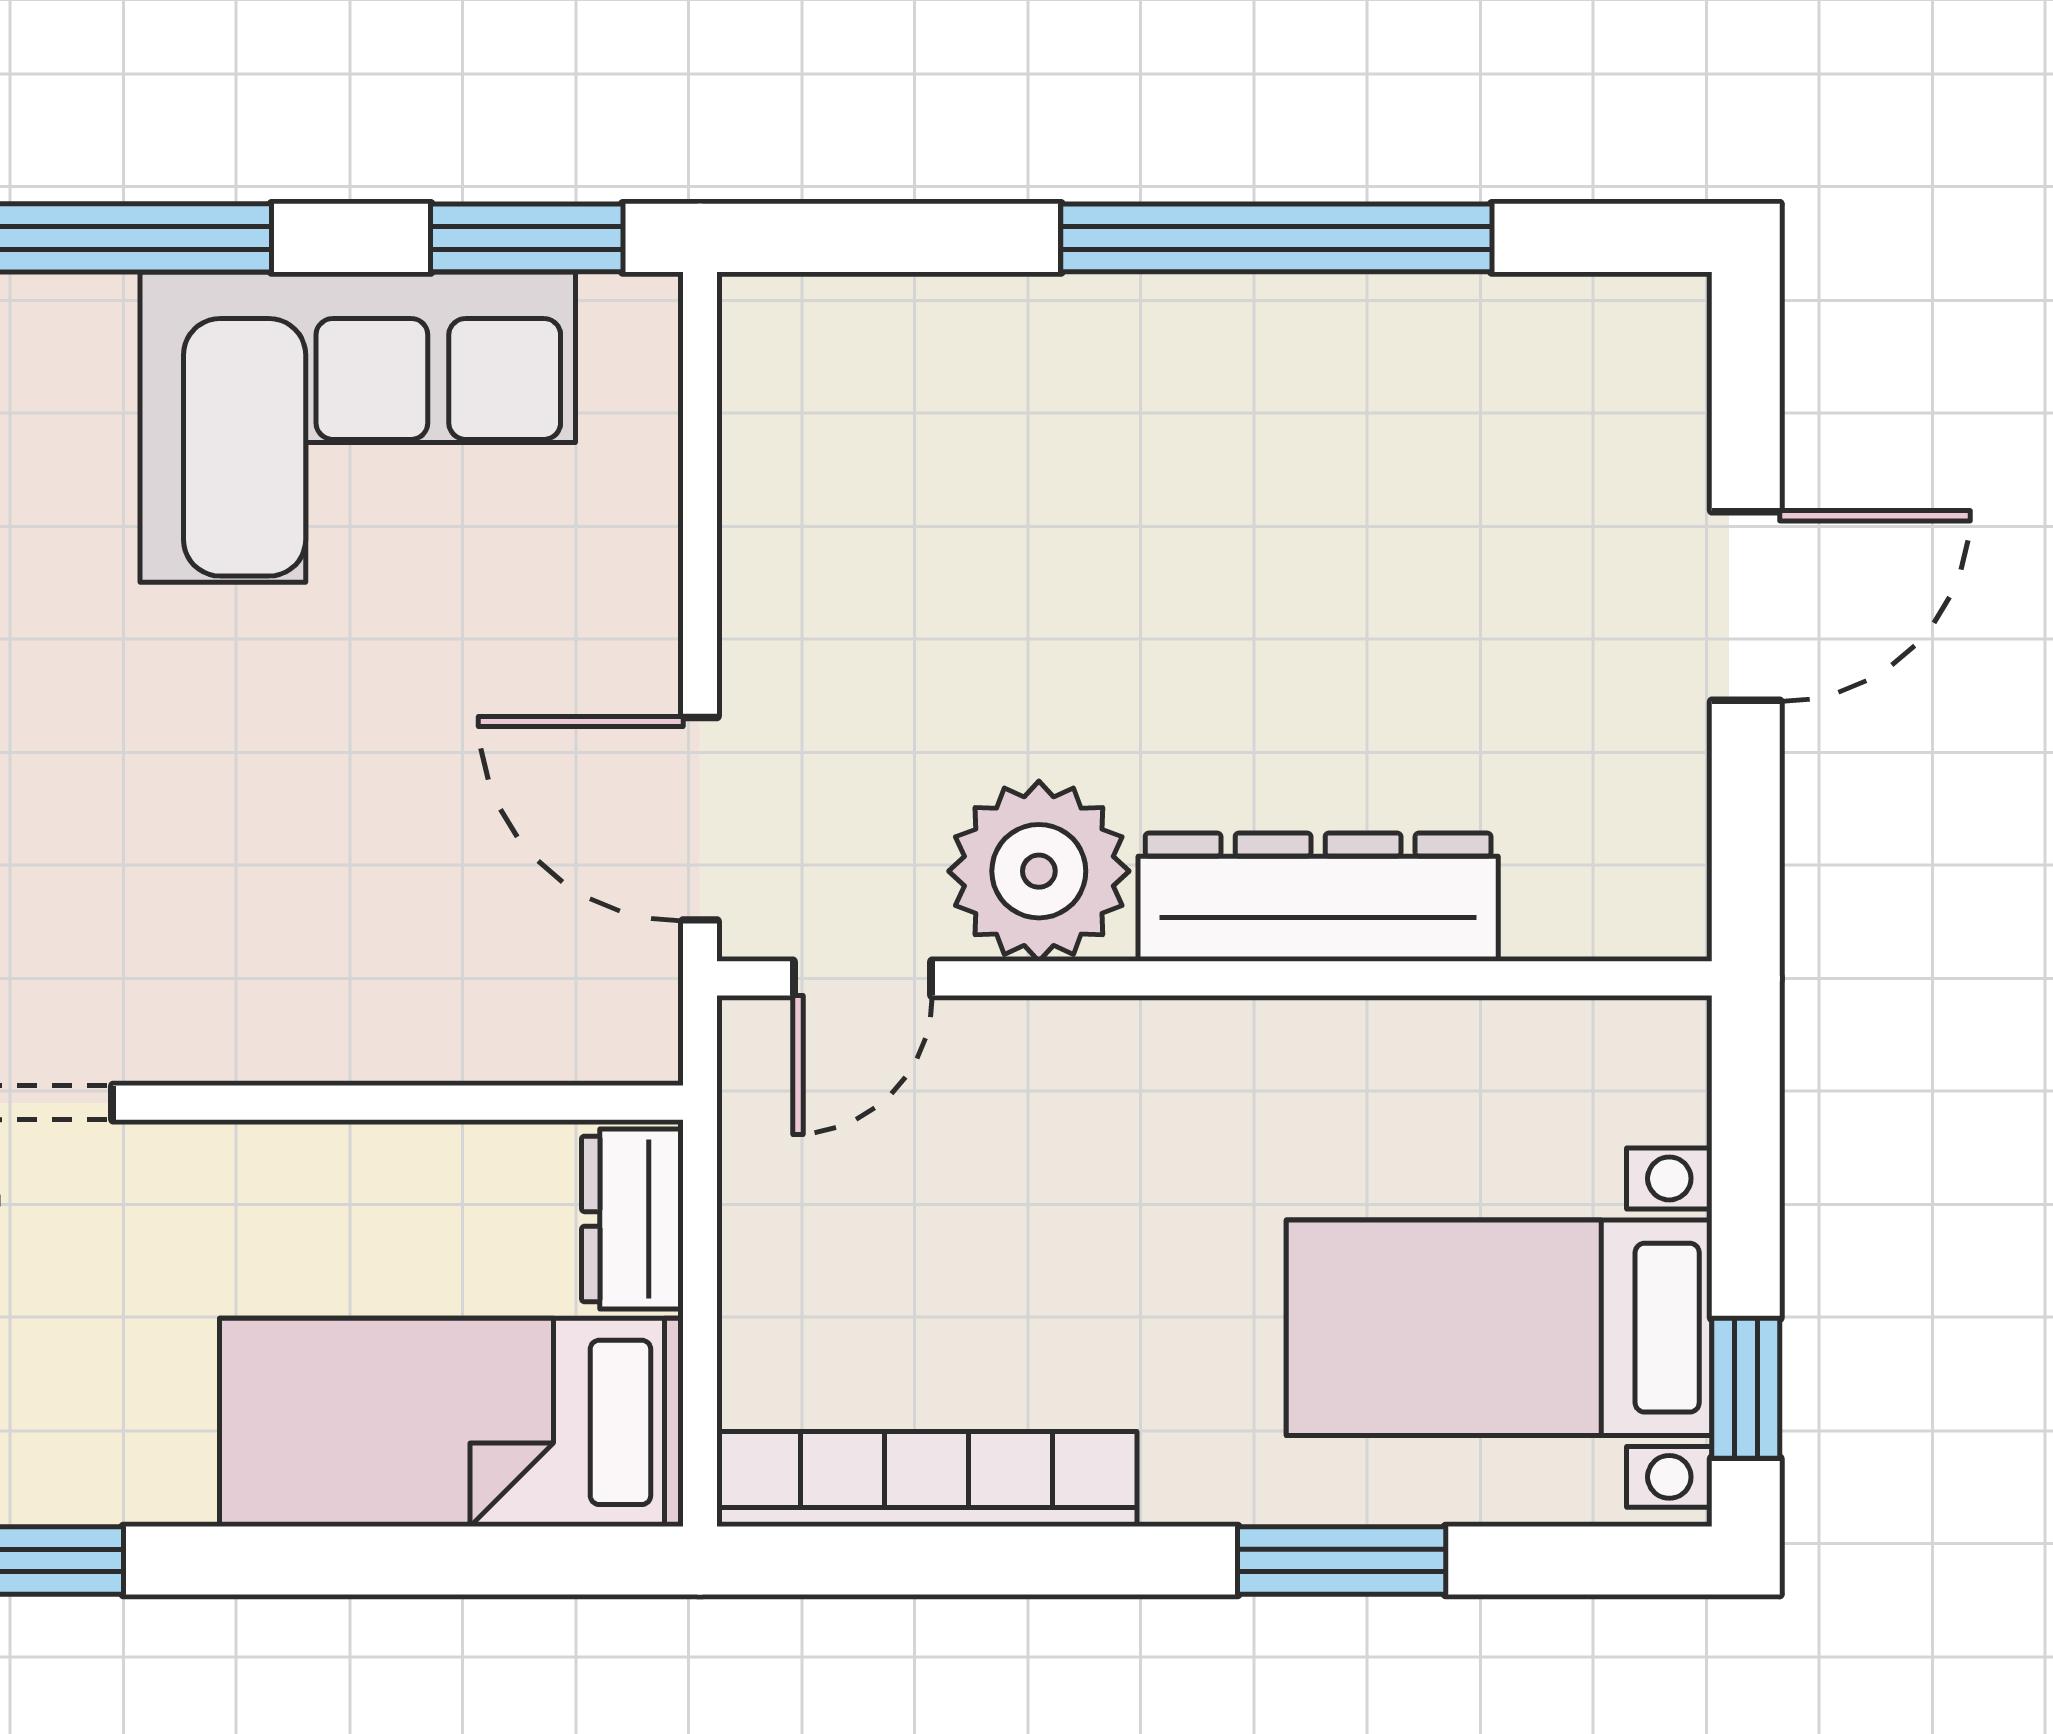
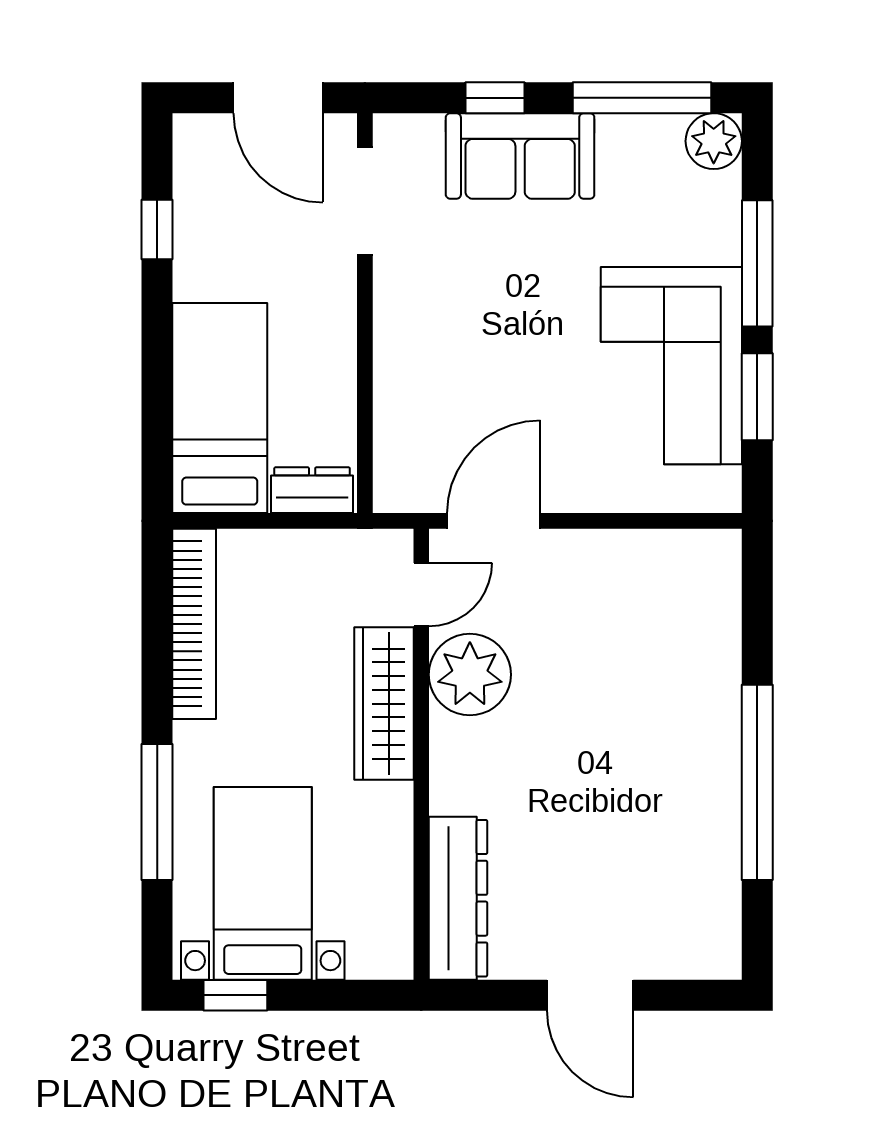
window: (527, 238) -> (757, 397), moved
dresser: (1318, 897) -> (458, 898), moved
door: (862, 978) -> (421, 595), swing flipped
wardrobe: (1103, 1060) -> (384, 704), added
window: (1342, 1561) -> (157, 812), width x1.44

